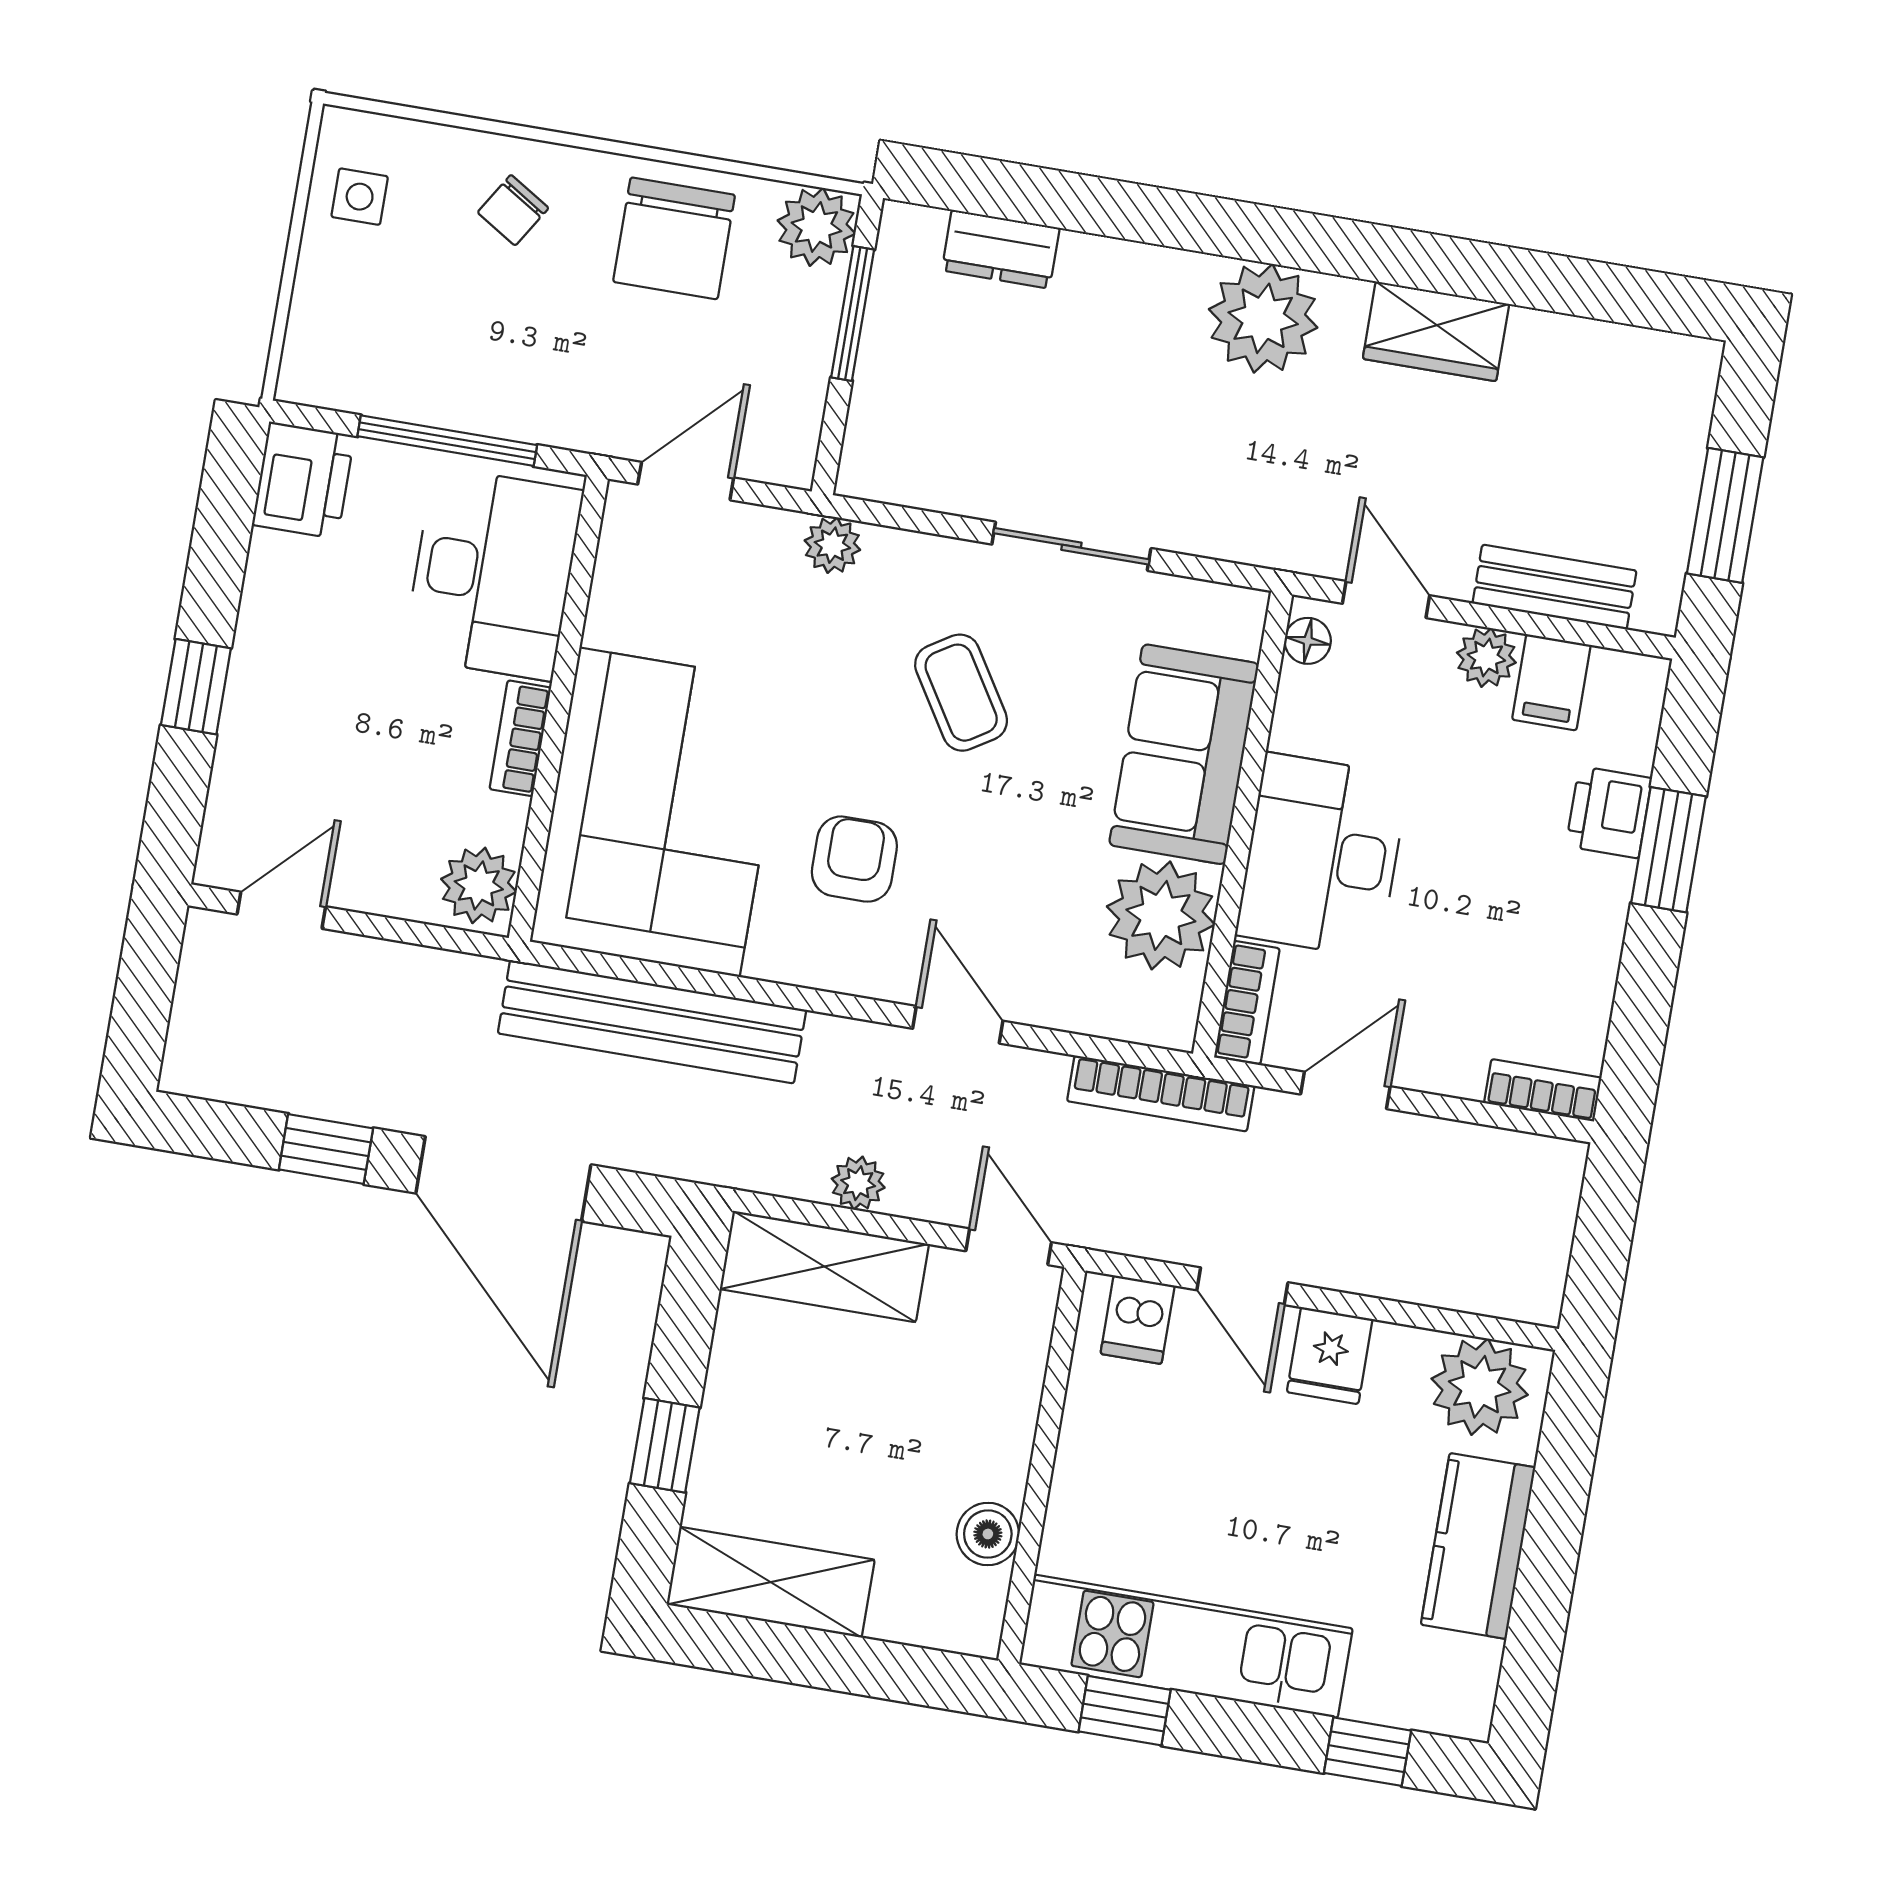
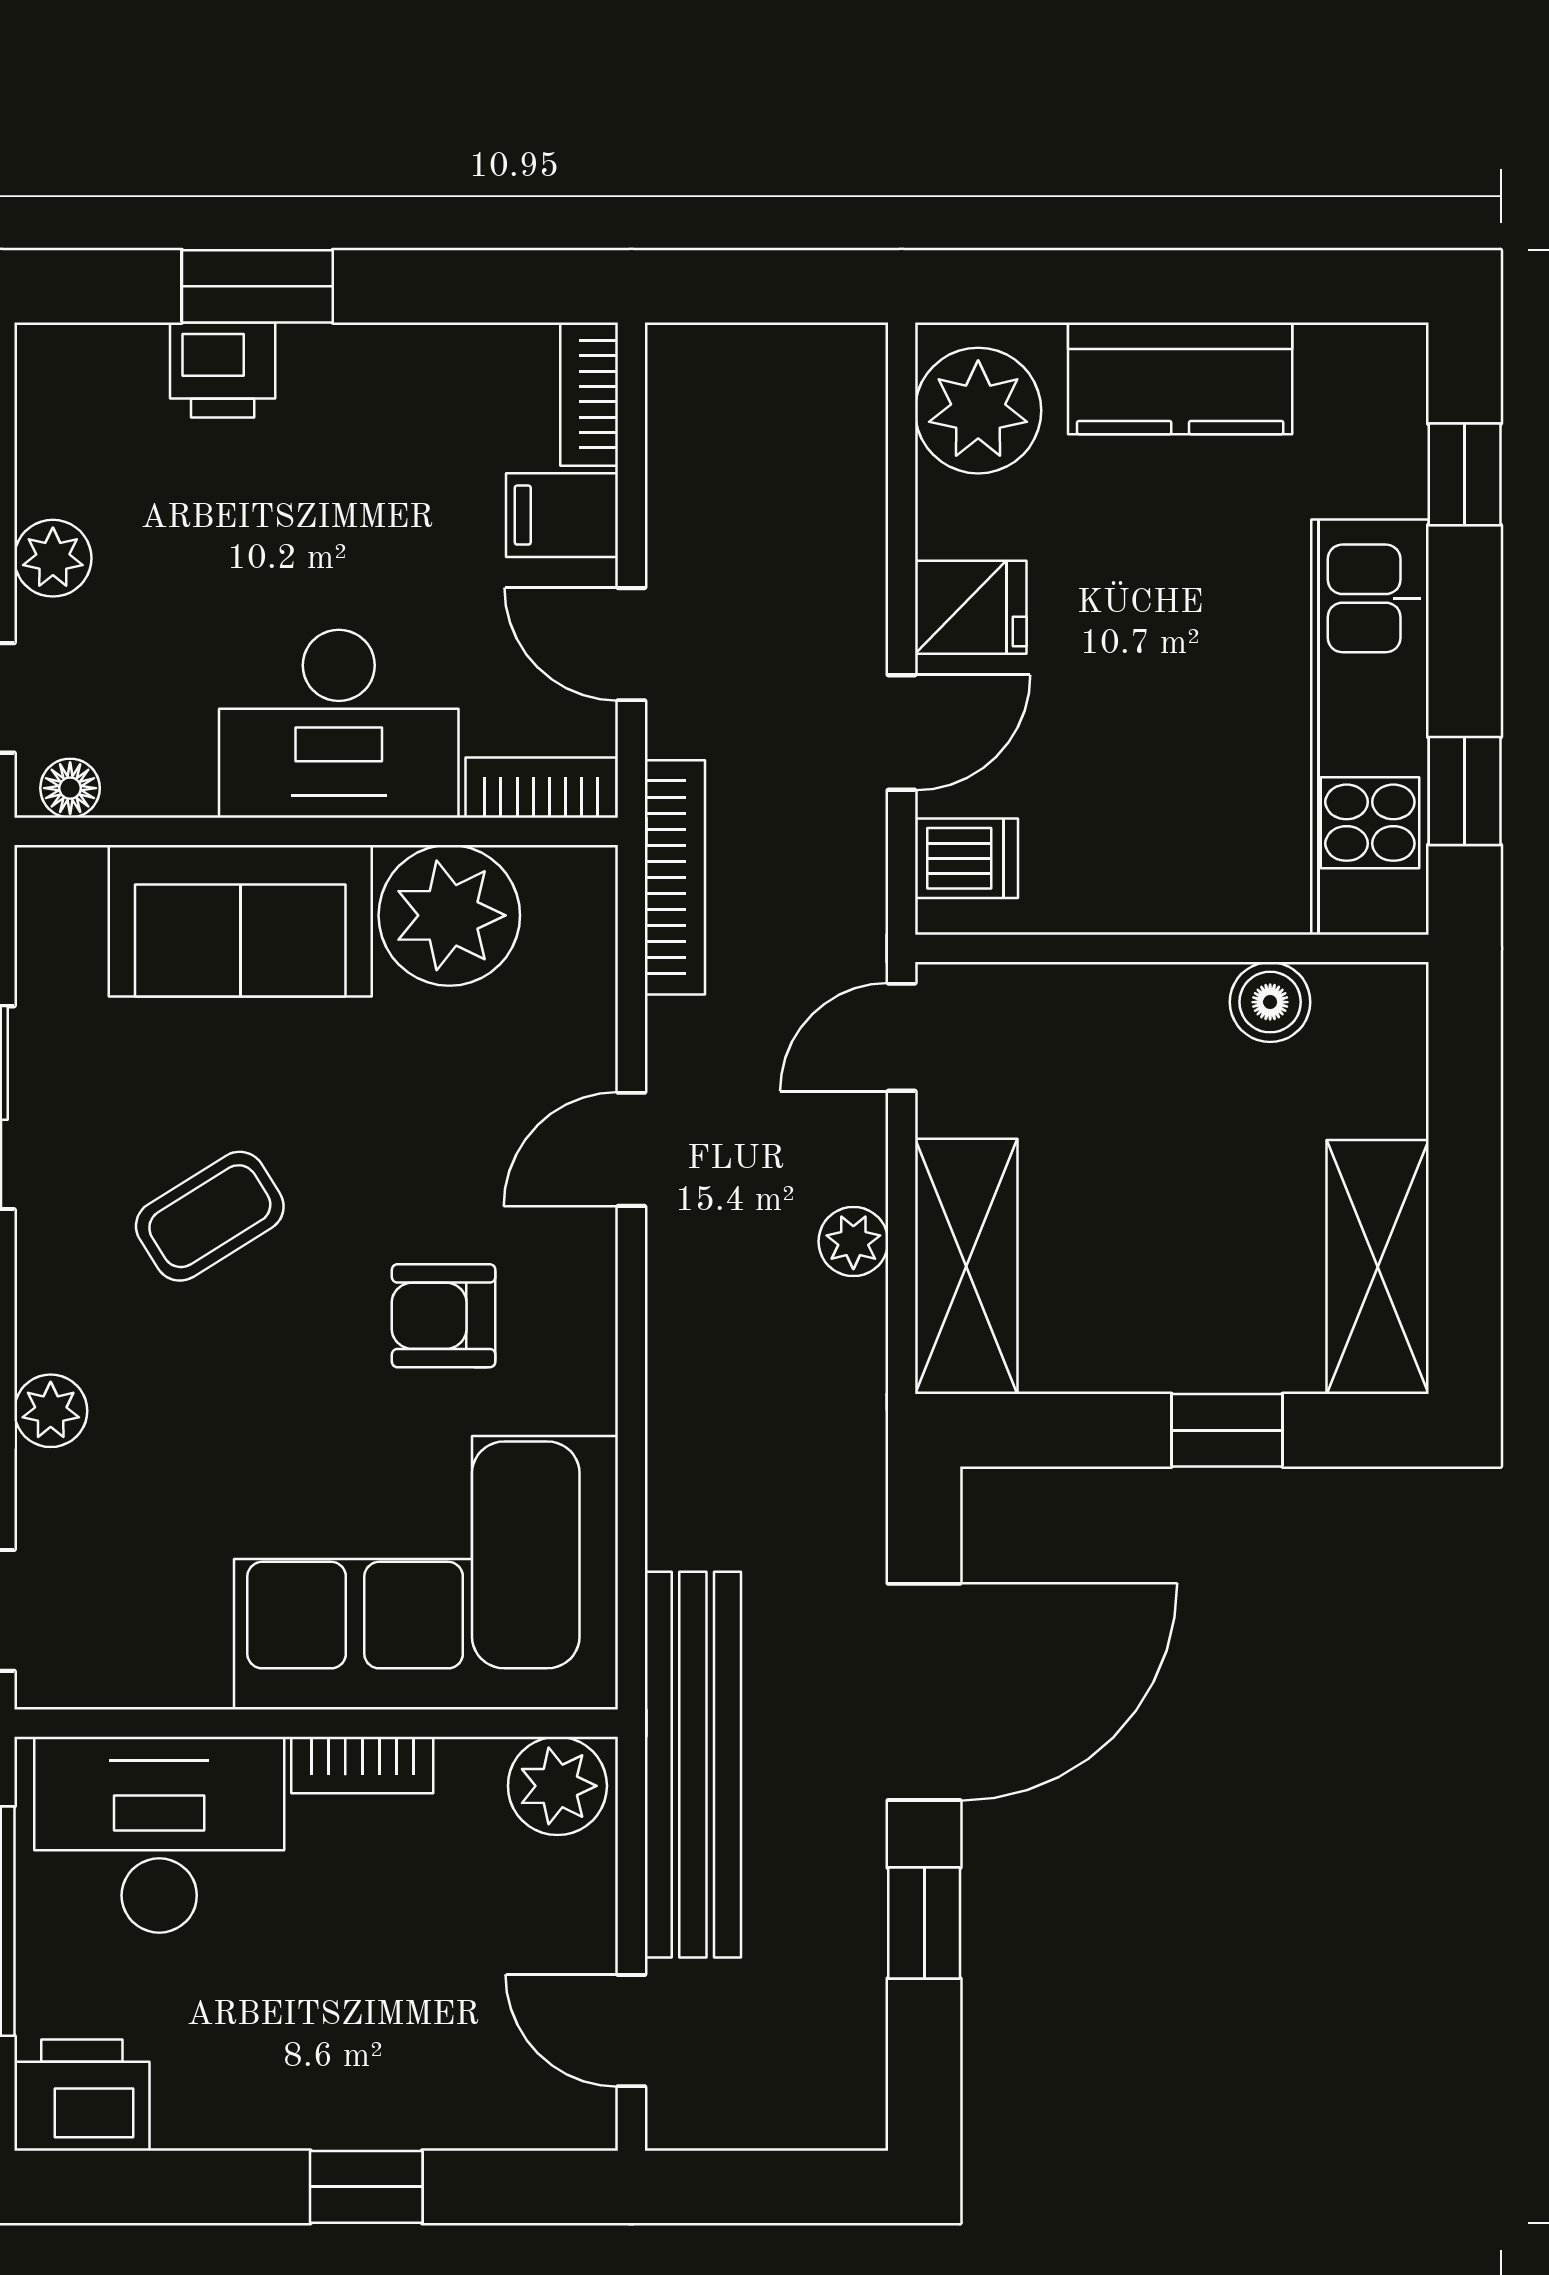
filing cabinet: (1551, 682) -> (562, 515), moved, turned 180
bench: (652, 1022) -> (693, 1765), moved

